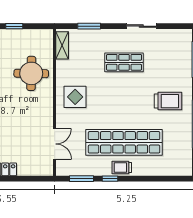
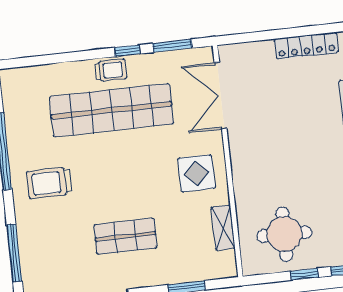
shelving: (62, 45) -> (223, 228), moved
round table: (31, 73) -> (284, 234), moved
double door: (55, 144) -> (221, 96), width x1.37

